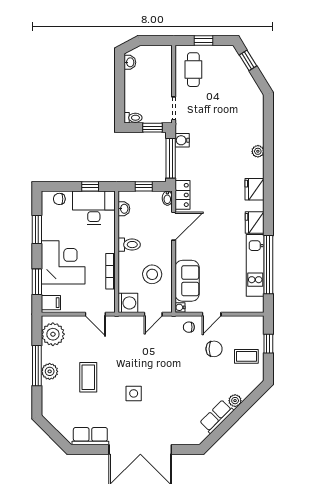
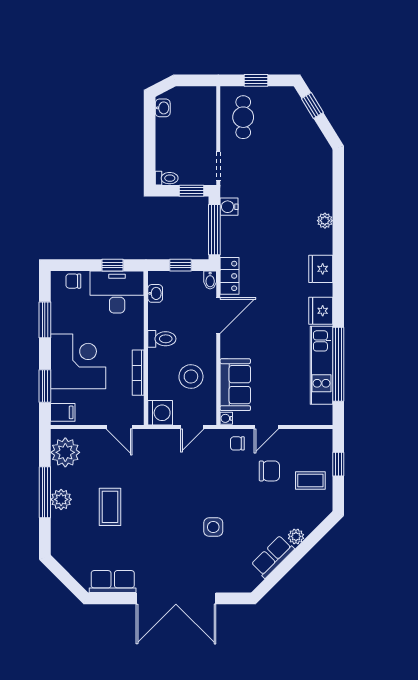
side table: (134, 393) -> (213, 527), moved

